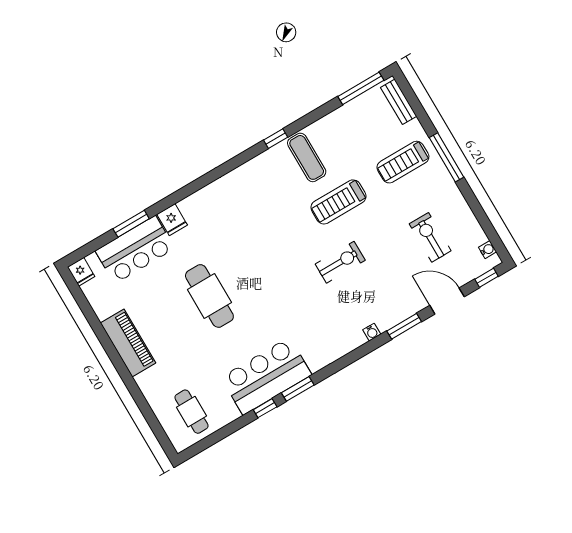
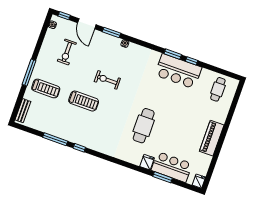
window: (361, 88) -> (55, 139), moved
exercise mat: (307, 157) -> (76, 129), removed
cafe table: (209, 296) -> (144, 126), moved

